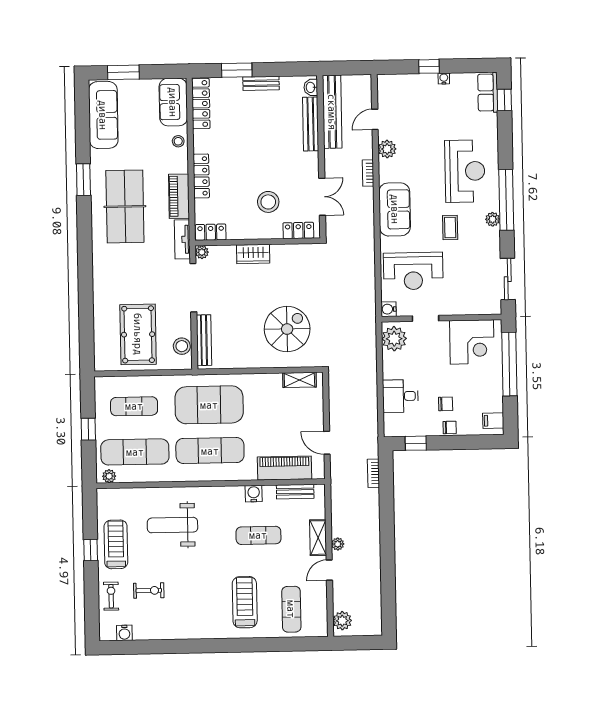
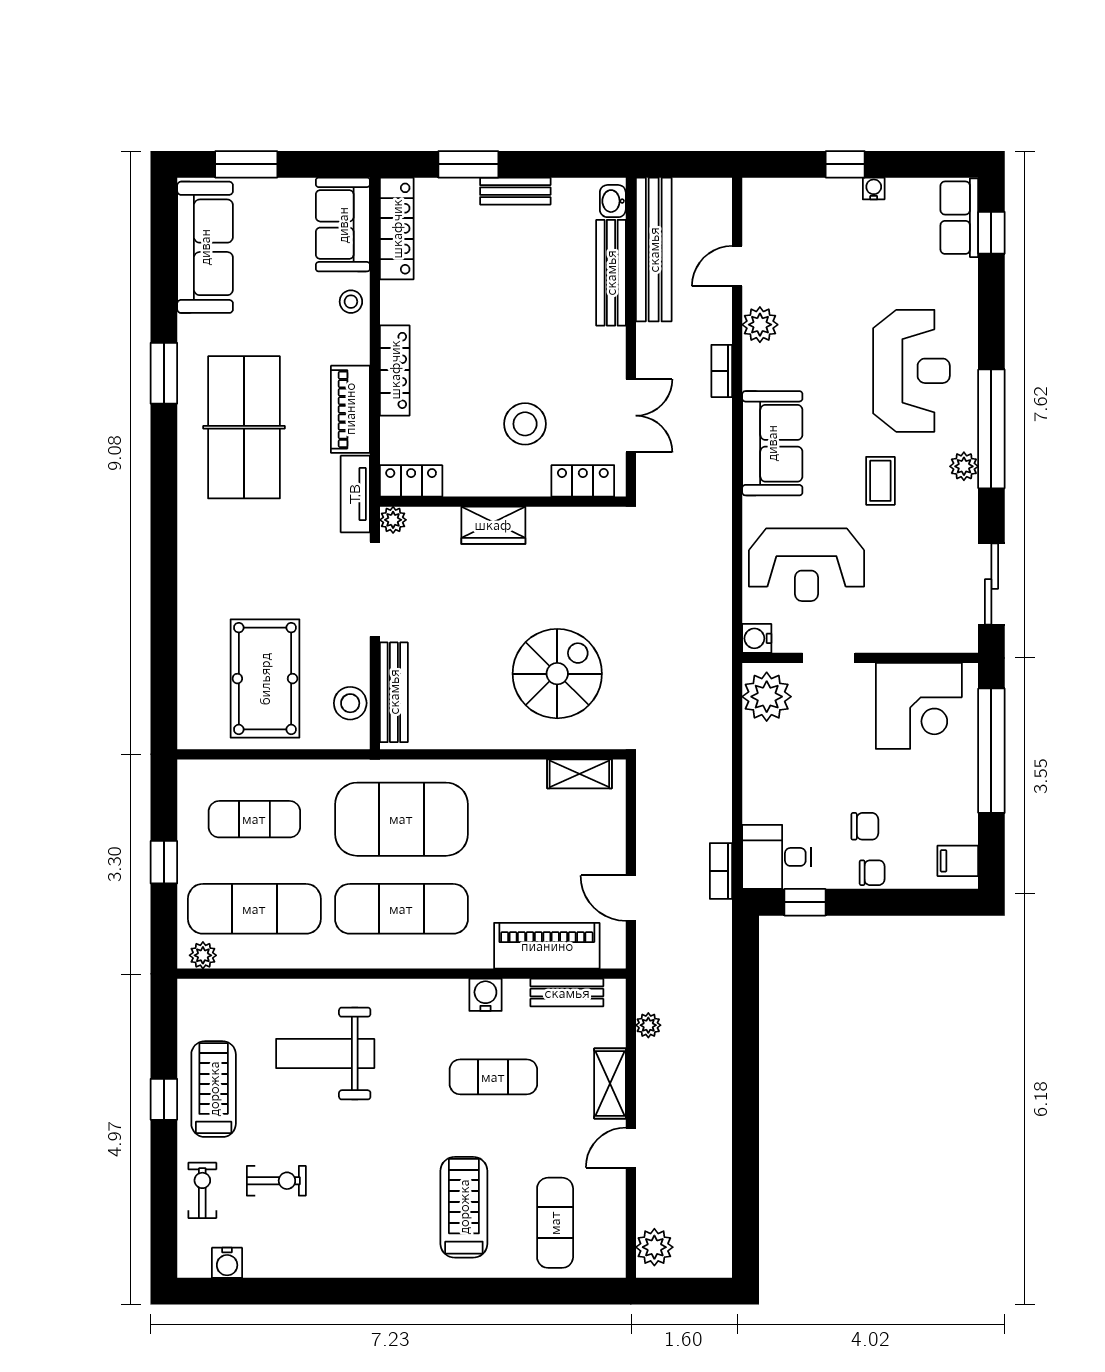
desk: (400, 396) -> (777, 857), moved
bookcase: (373, 473) -> (721, 871), moved
plant: (338, 544) -> (648, 1025), moved

